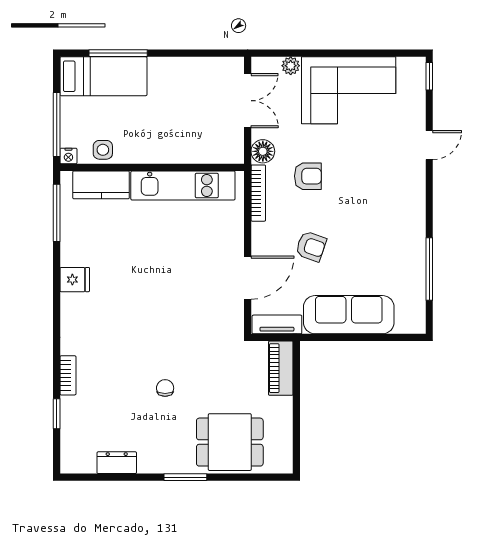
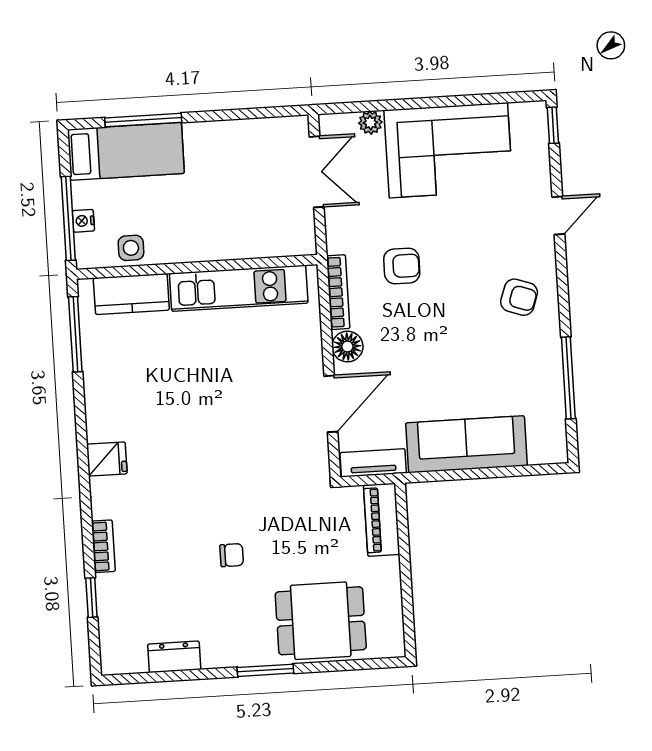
floor lamp: (263, 151) -> (347, 347), moved
nightstand: (68, 156) -> (83, 221), moved, turned 90
armchair: (311, 246) -> (519, 297), moved
fridge: (75, 280) -> (107, 459), moved
chair: (165, 388) -> (232, 555), turned 90

